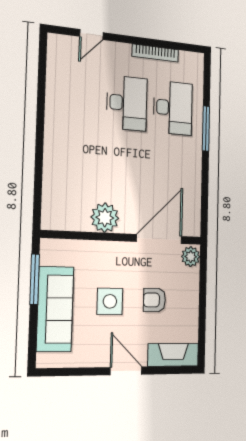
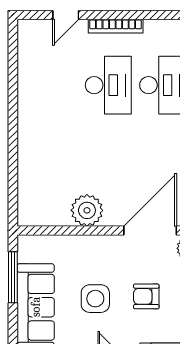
bookcase: (155, 53) -> (116, 26), moved

